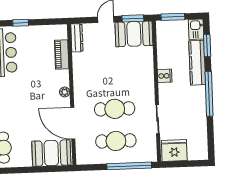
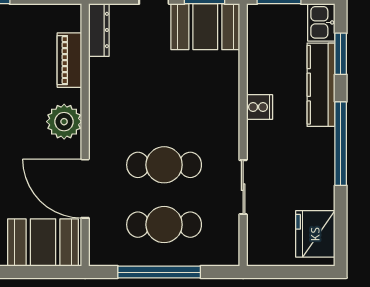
plant: (65, 92) -> (64, 122), width x1.87, depth x1.87
fridge: (174, 151) -> (315, 234), moved, turned -90
window: (129, 166) -> (159, 272), moved

